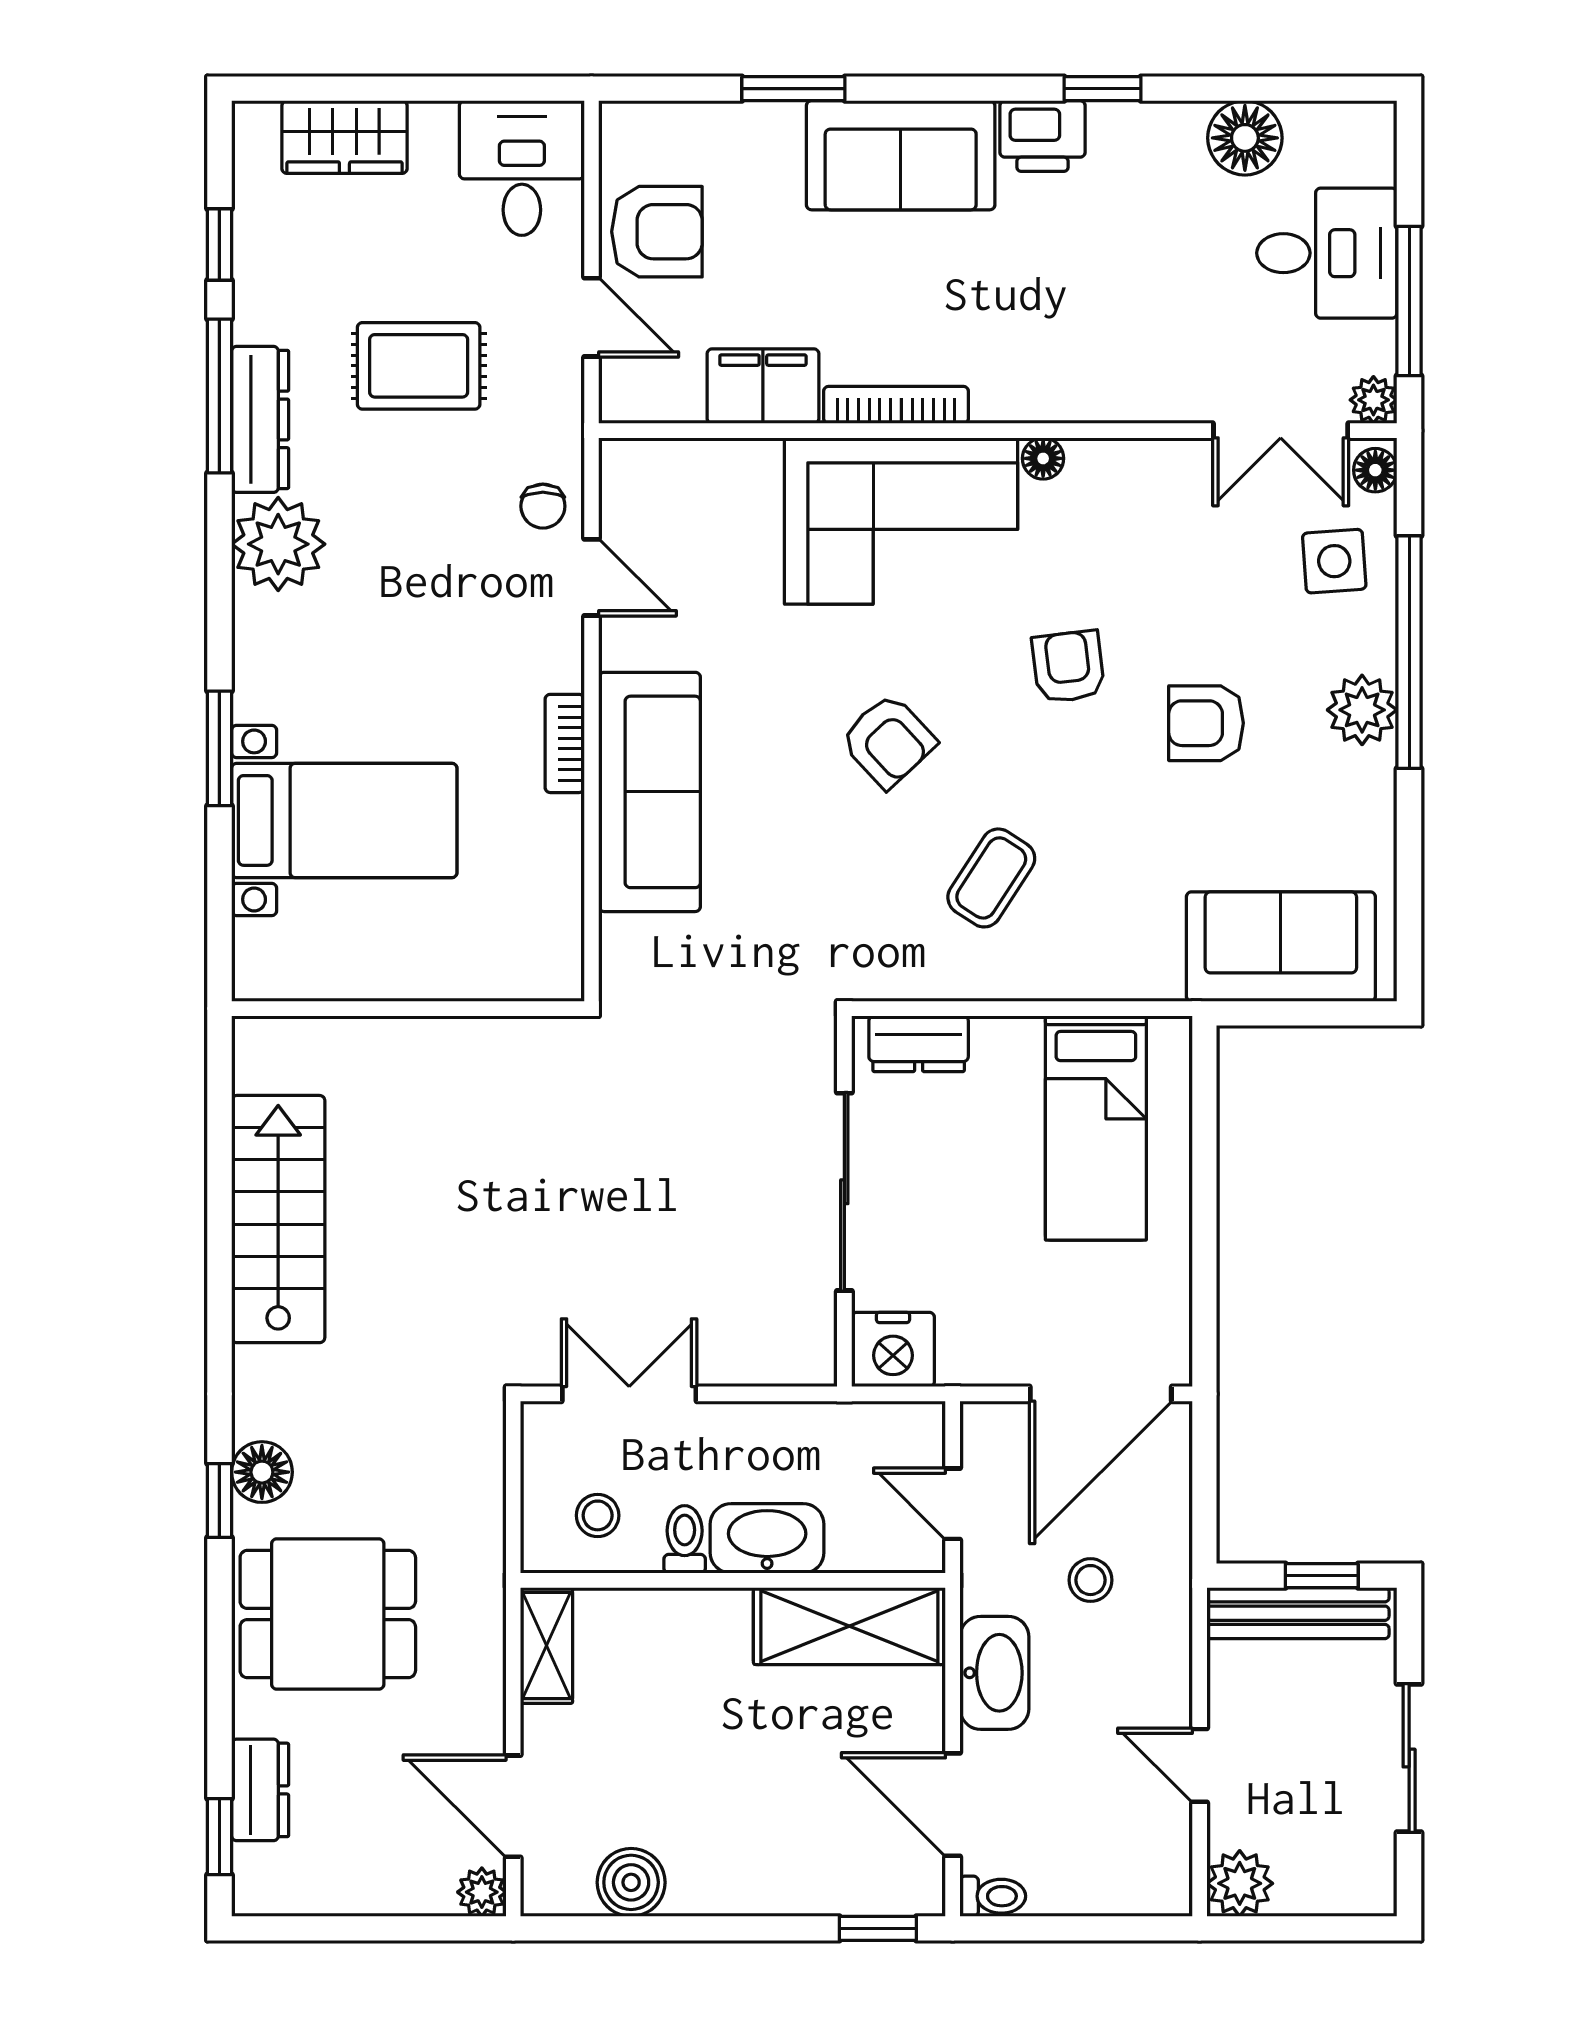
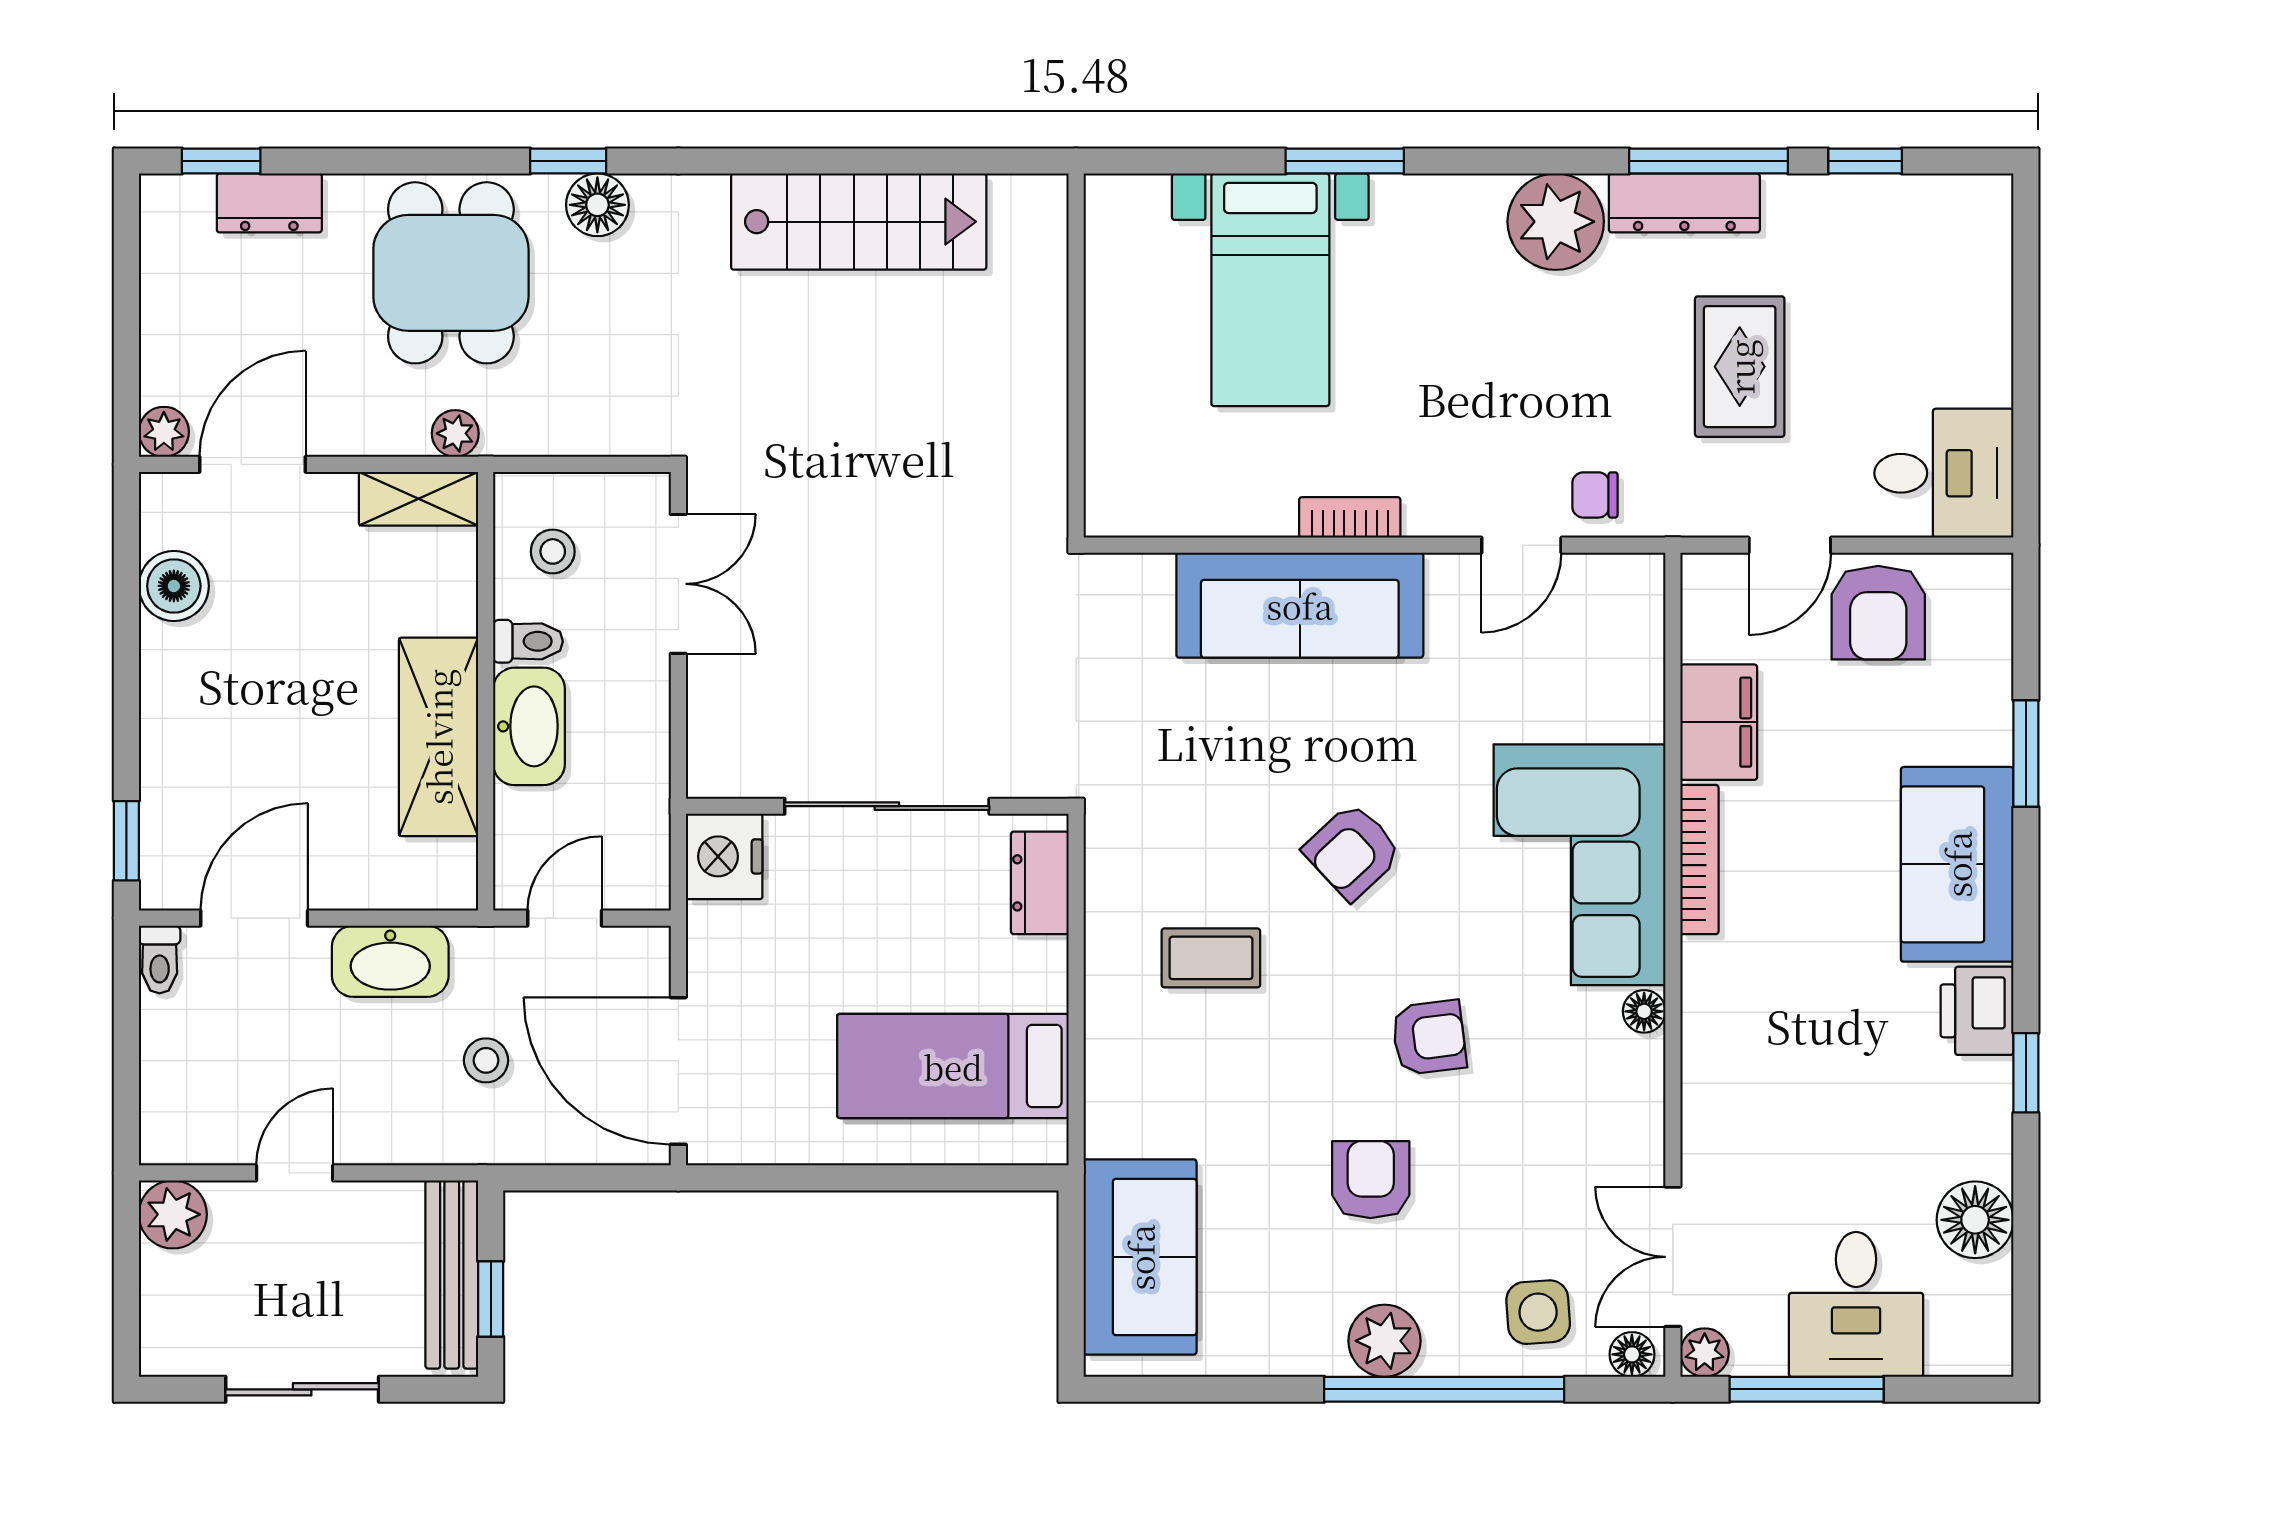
wardrobe: (344, 137) -> (1976, 290), removed
coffee table: (991, 878) -> (1211, 958), turned -33
plant: (483, 1610) -> (455, 433), added
shelving: (849, 1626) -> (438, 737), moved

